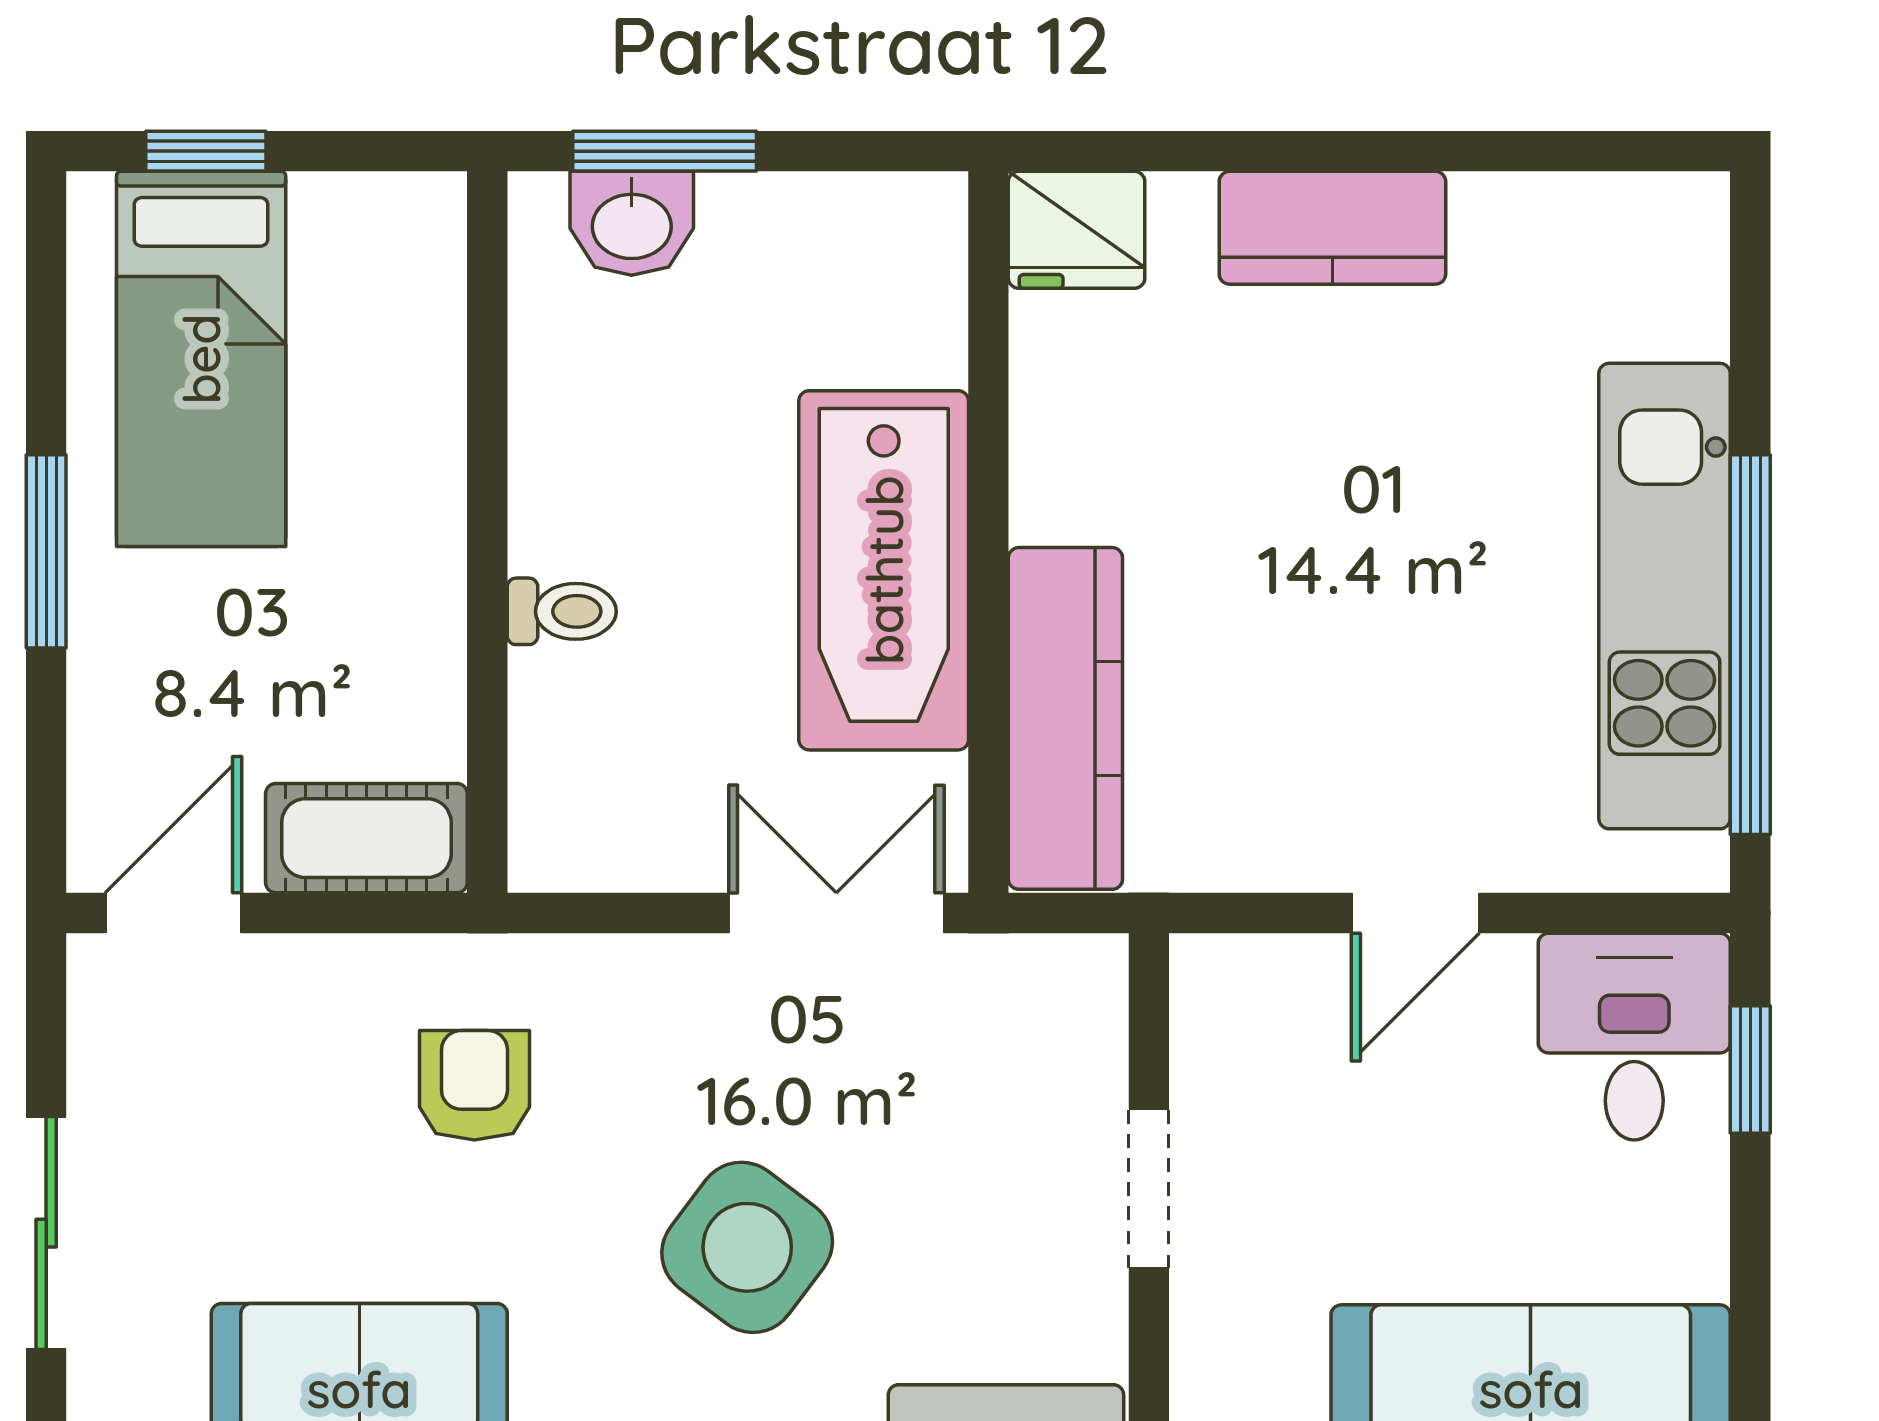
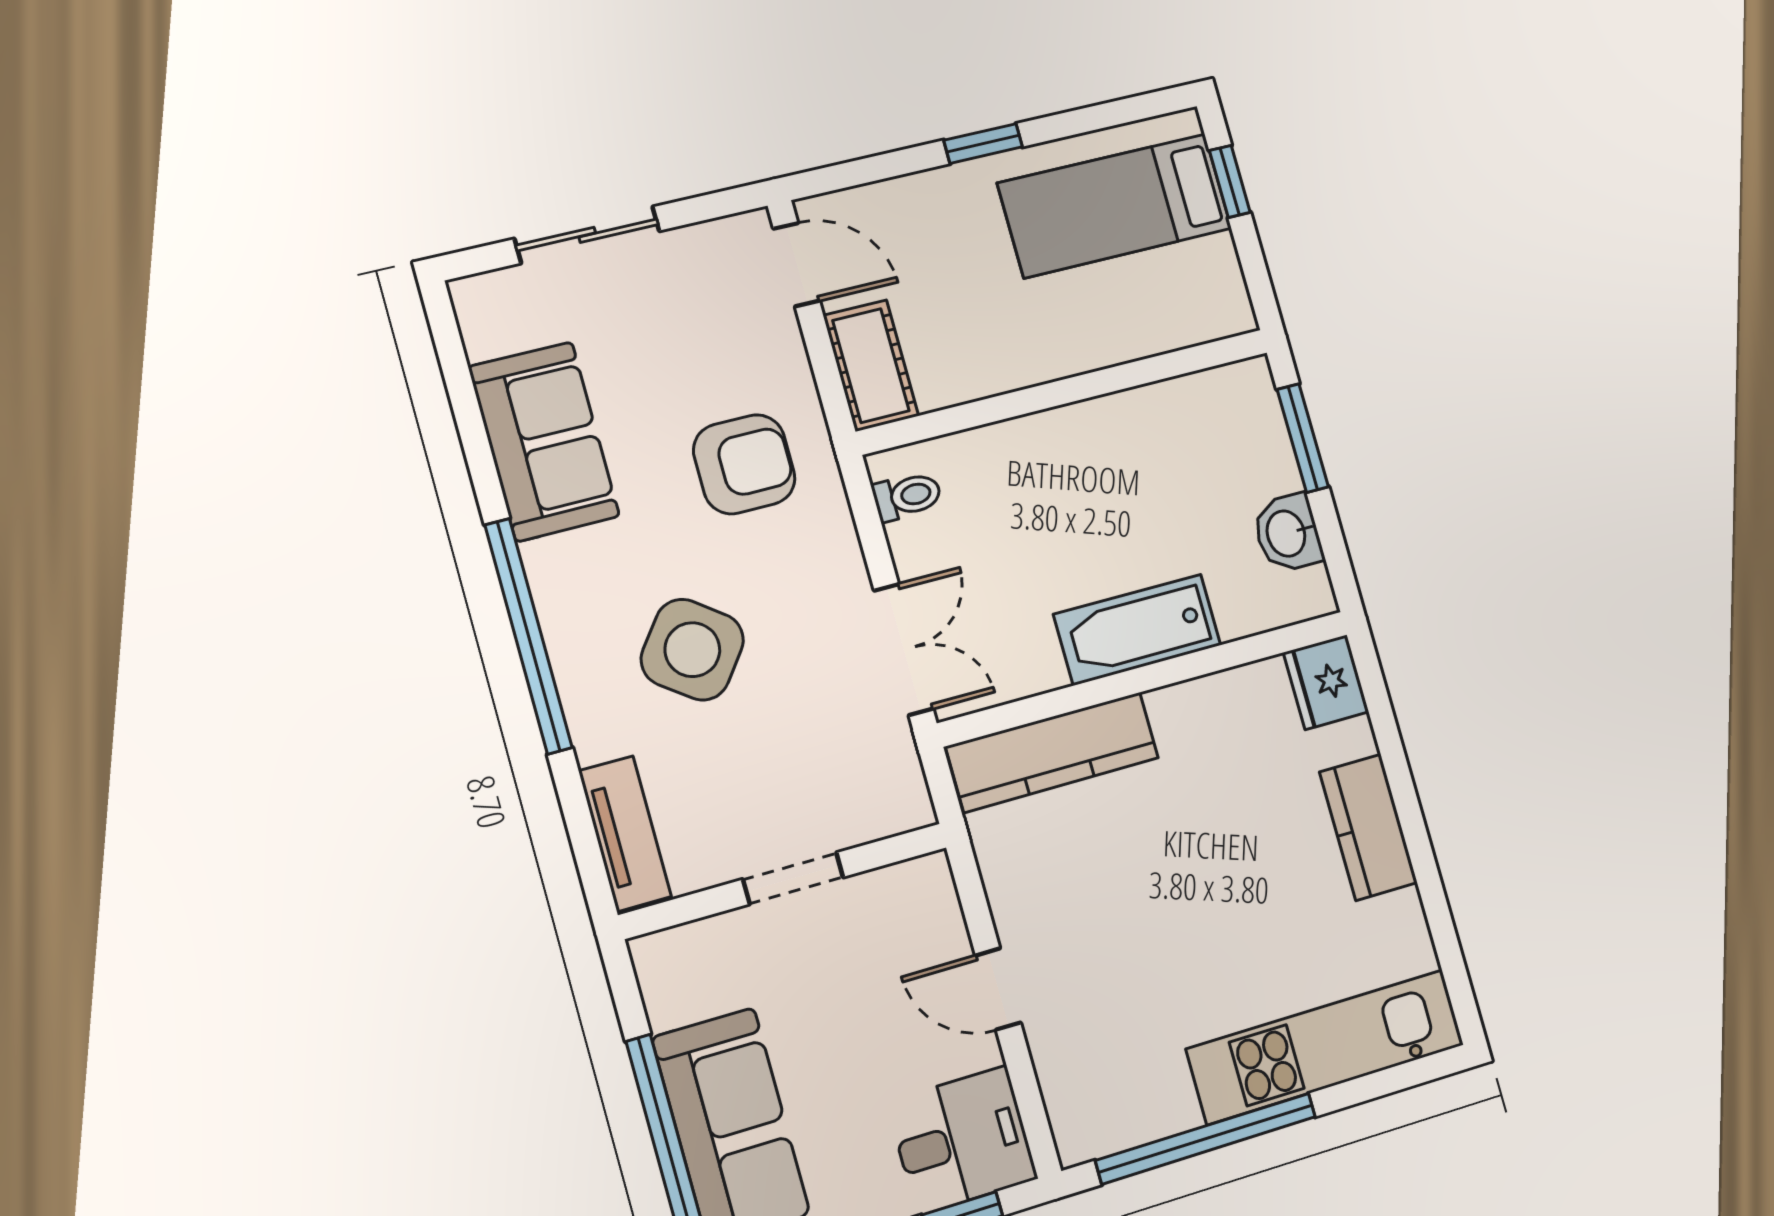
washbasin: (632, 223) -> (1288, 533), moved
window: (46, 551) -> (983, 144), width x0.67
bathtub: (884, 570) -> (1137, 630), width x0.73, depth x0.73
kitchen unit: (1665, 596) -> (1326, 1047), moved
toilet: (562, 611) -> (907, 496), moved, turned -90
armchair: (474, 1085) -> (744, 464), width x1.38, depth x1.38

